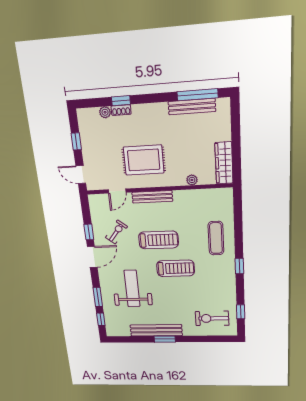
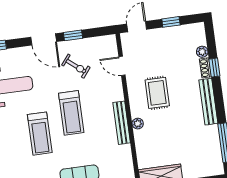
bench: (192, 107) -> (208, 102), moved
rug: (144, 160) -> (157, 93), width x0.73, depth x0.70
plant: (192, 180) -> (138, 124), moved
bench: (152, 197) -> (122, 123), moved

